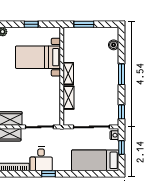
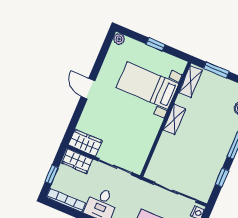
shelving: (69, 98) -> (191, 82), moved
window: (121, 112) -> (222, 177), moved

